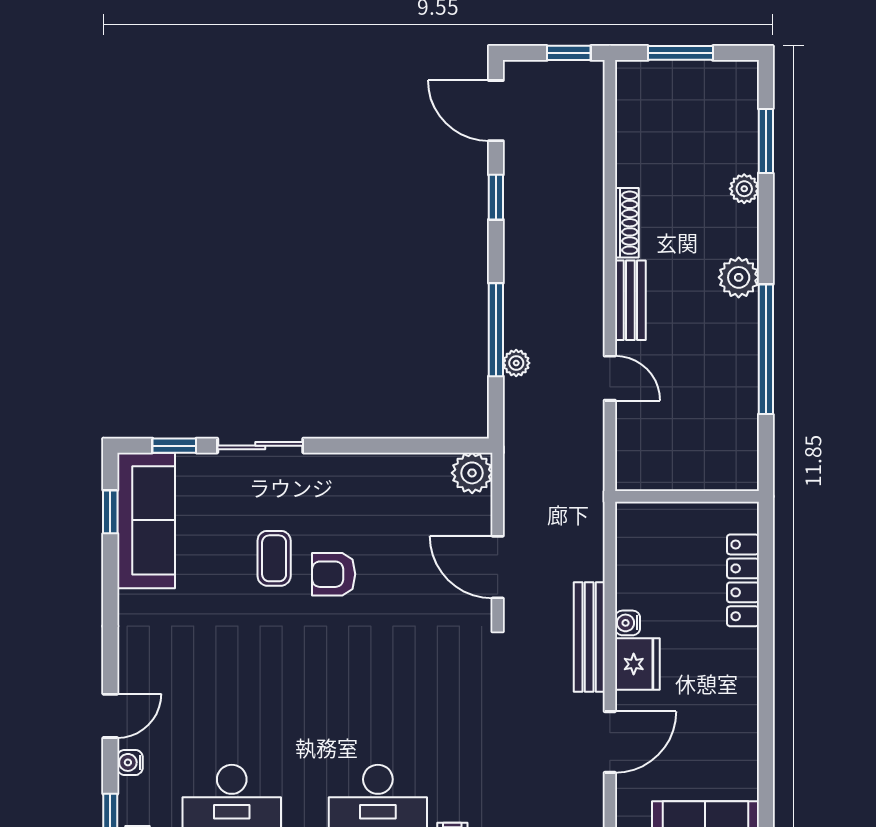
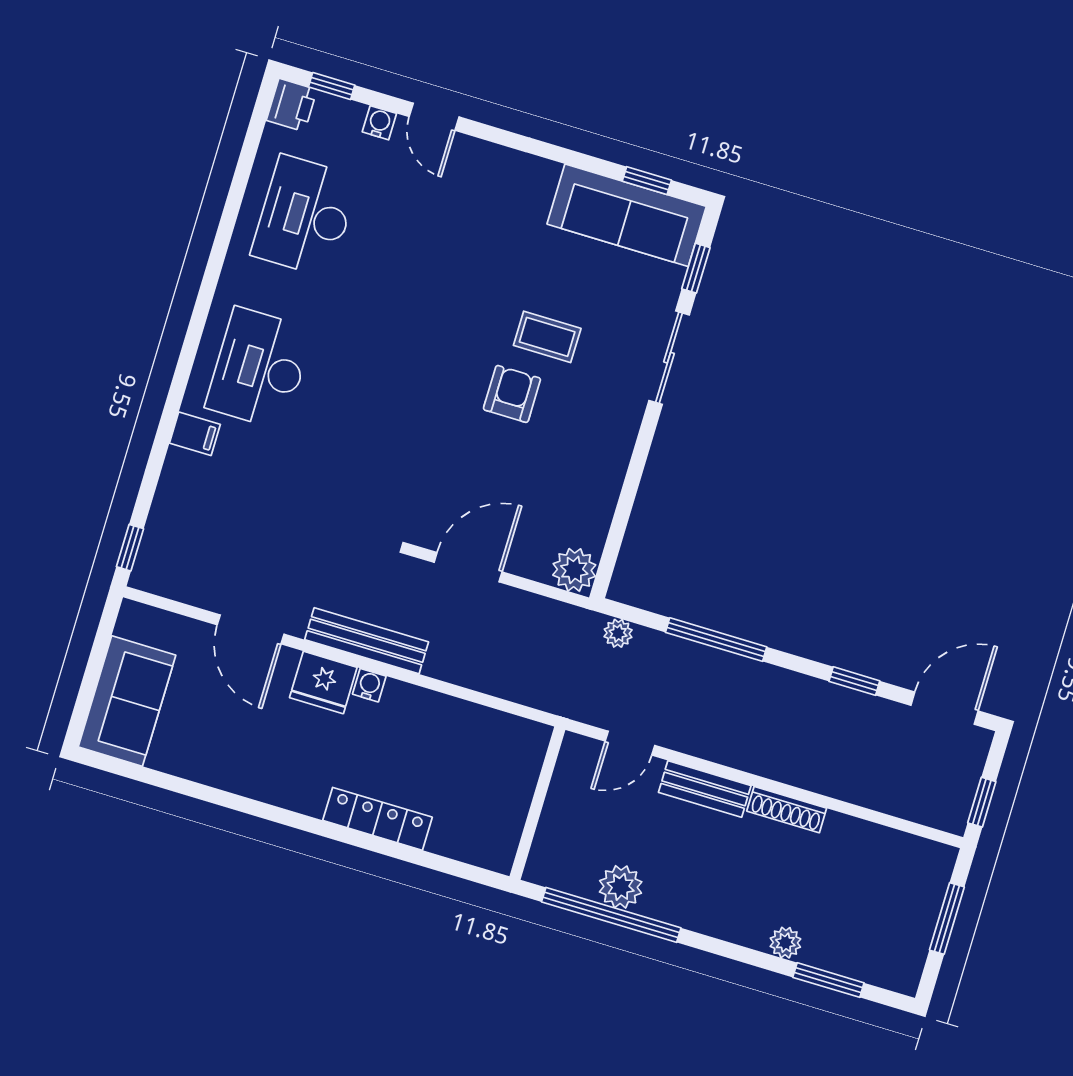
plant: (739, 277) -> (621, 887), moved
plant: (516, 363) -> (618, 633), moved
wall: (687, 496) -> (537, 803), moved

